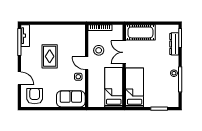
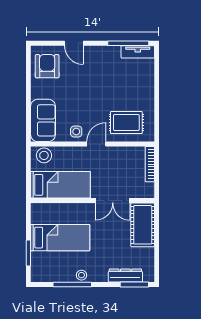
stool: (99, 50) -> (44, 155), moved
double door: (124, 52) -> (113, 201), swing flipped
rug: (50, 56) -> (126, 123), moved
door: (19, 78) -> (74, 43), hinge flipped
bed: (135, 87) -> (60, 238), moved
armchair: (35, 96) -> (47, 66), turned -90

